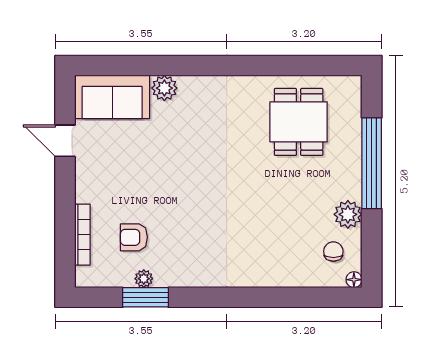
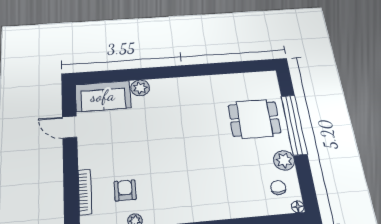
dining table: (299, 122) -> (254, 119), moved, turned 90
armchair: (134, 237) -> (125, 190), turned 90

